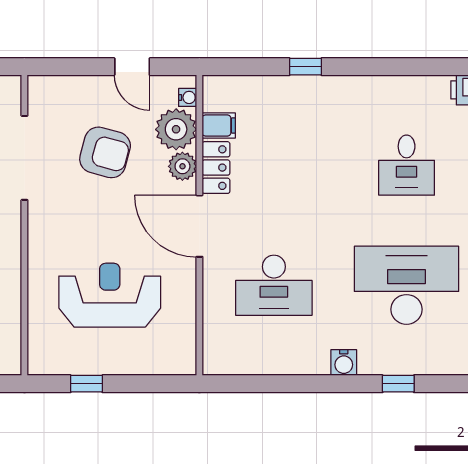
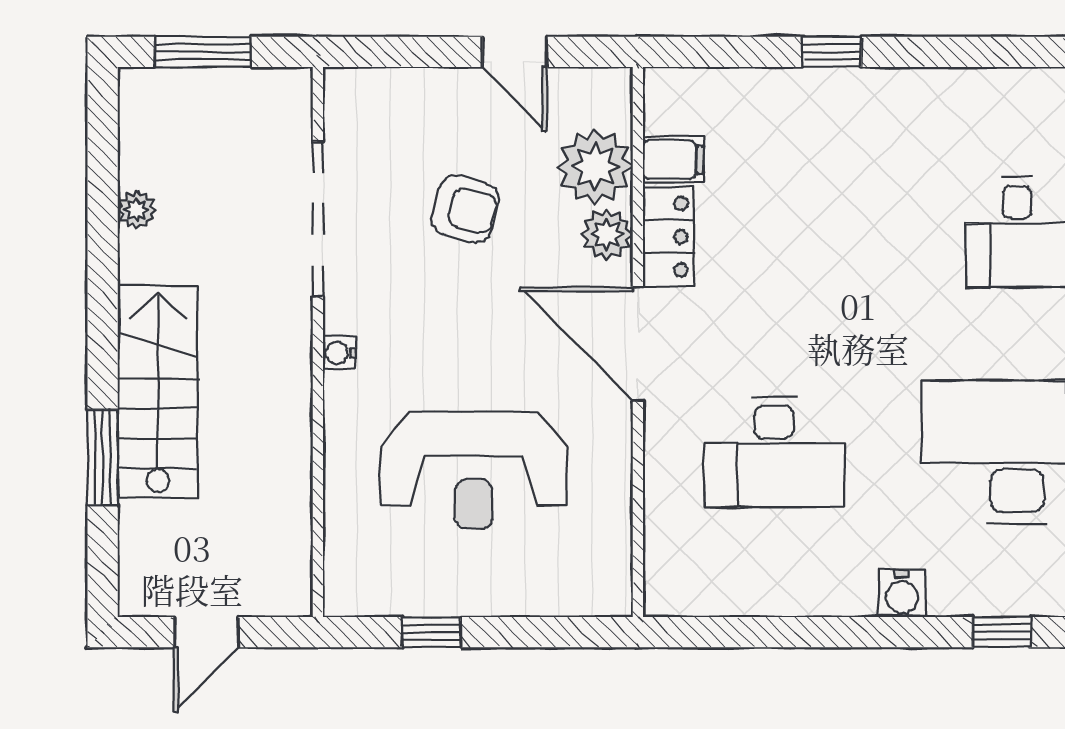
water cooler: (188, 97) -> (339, 353), moved, turned 180
armchair: (105, 152) -> (465, 209), width x0.72, depth x0.72
reception desk: (110, 295) -> (474, 470), turned 180

